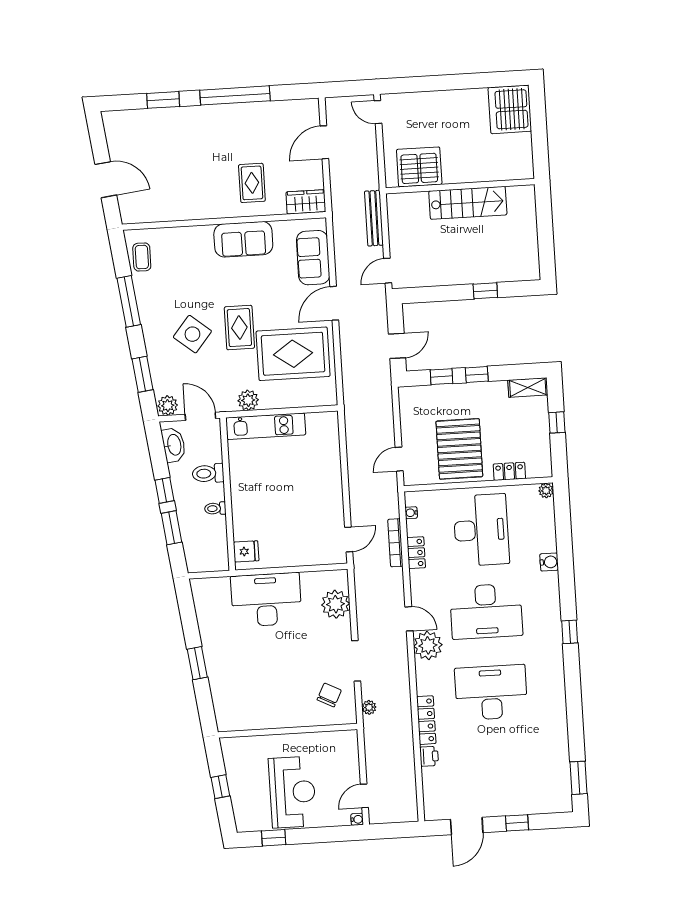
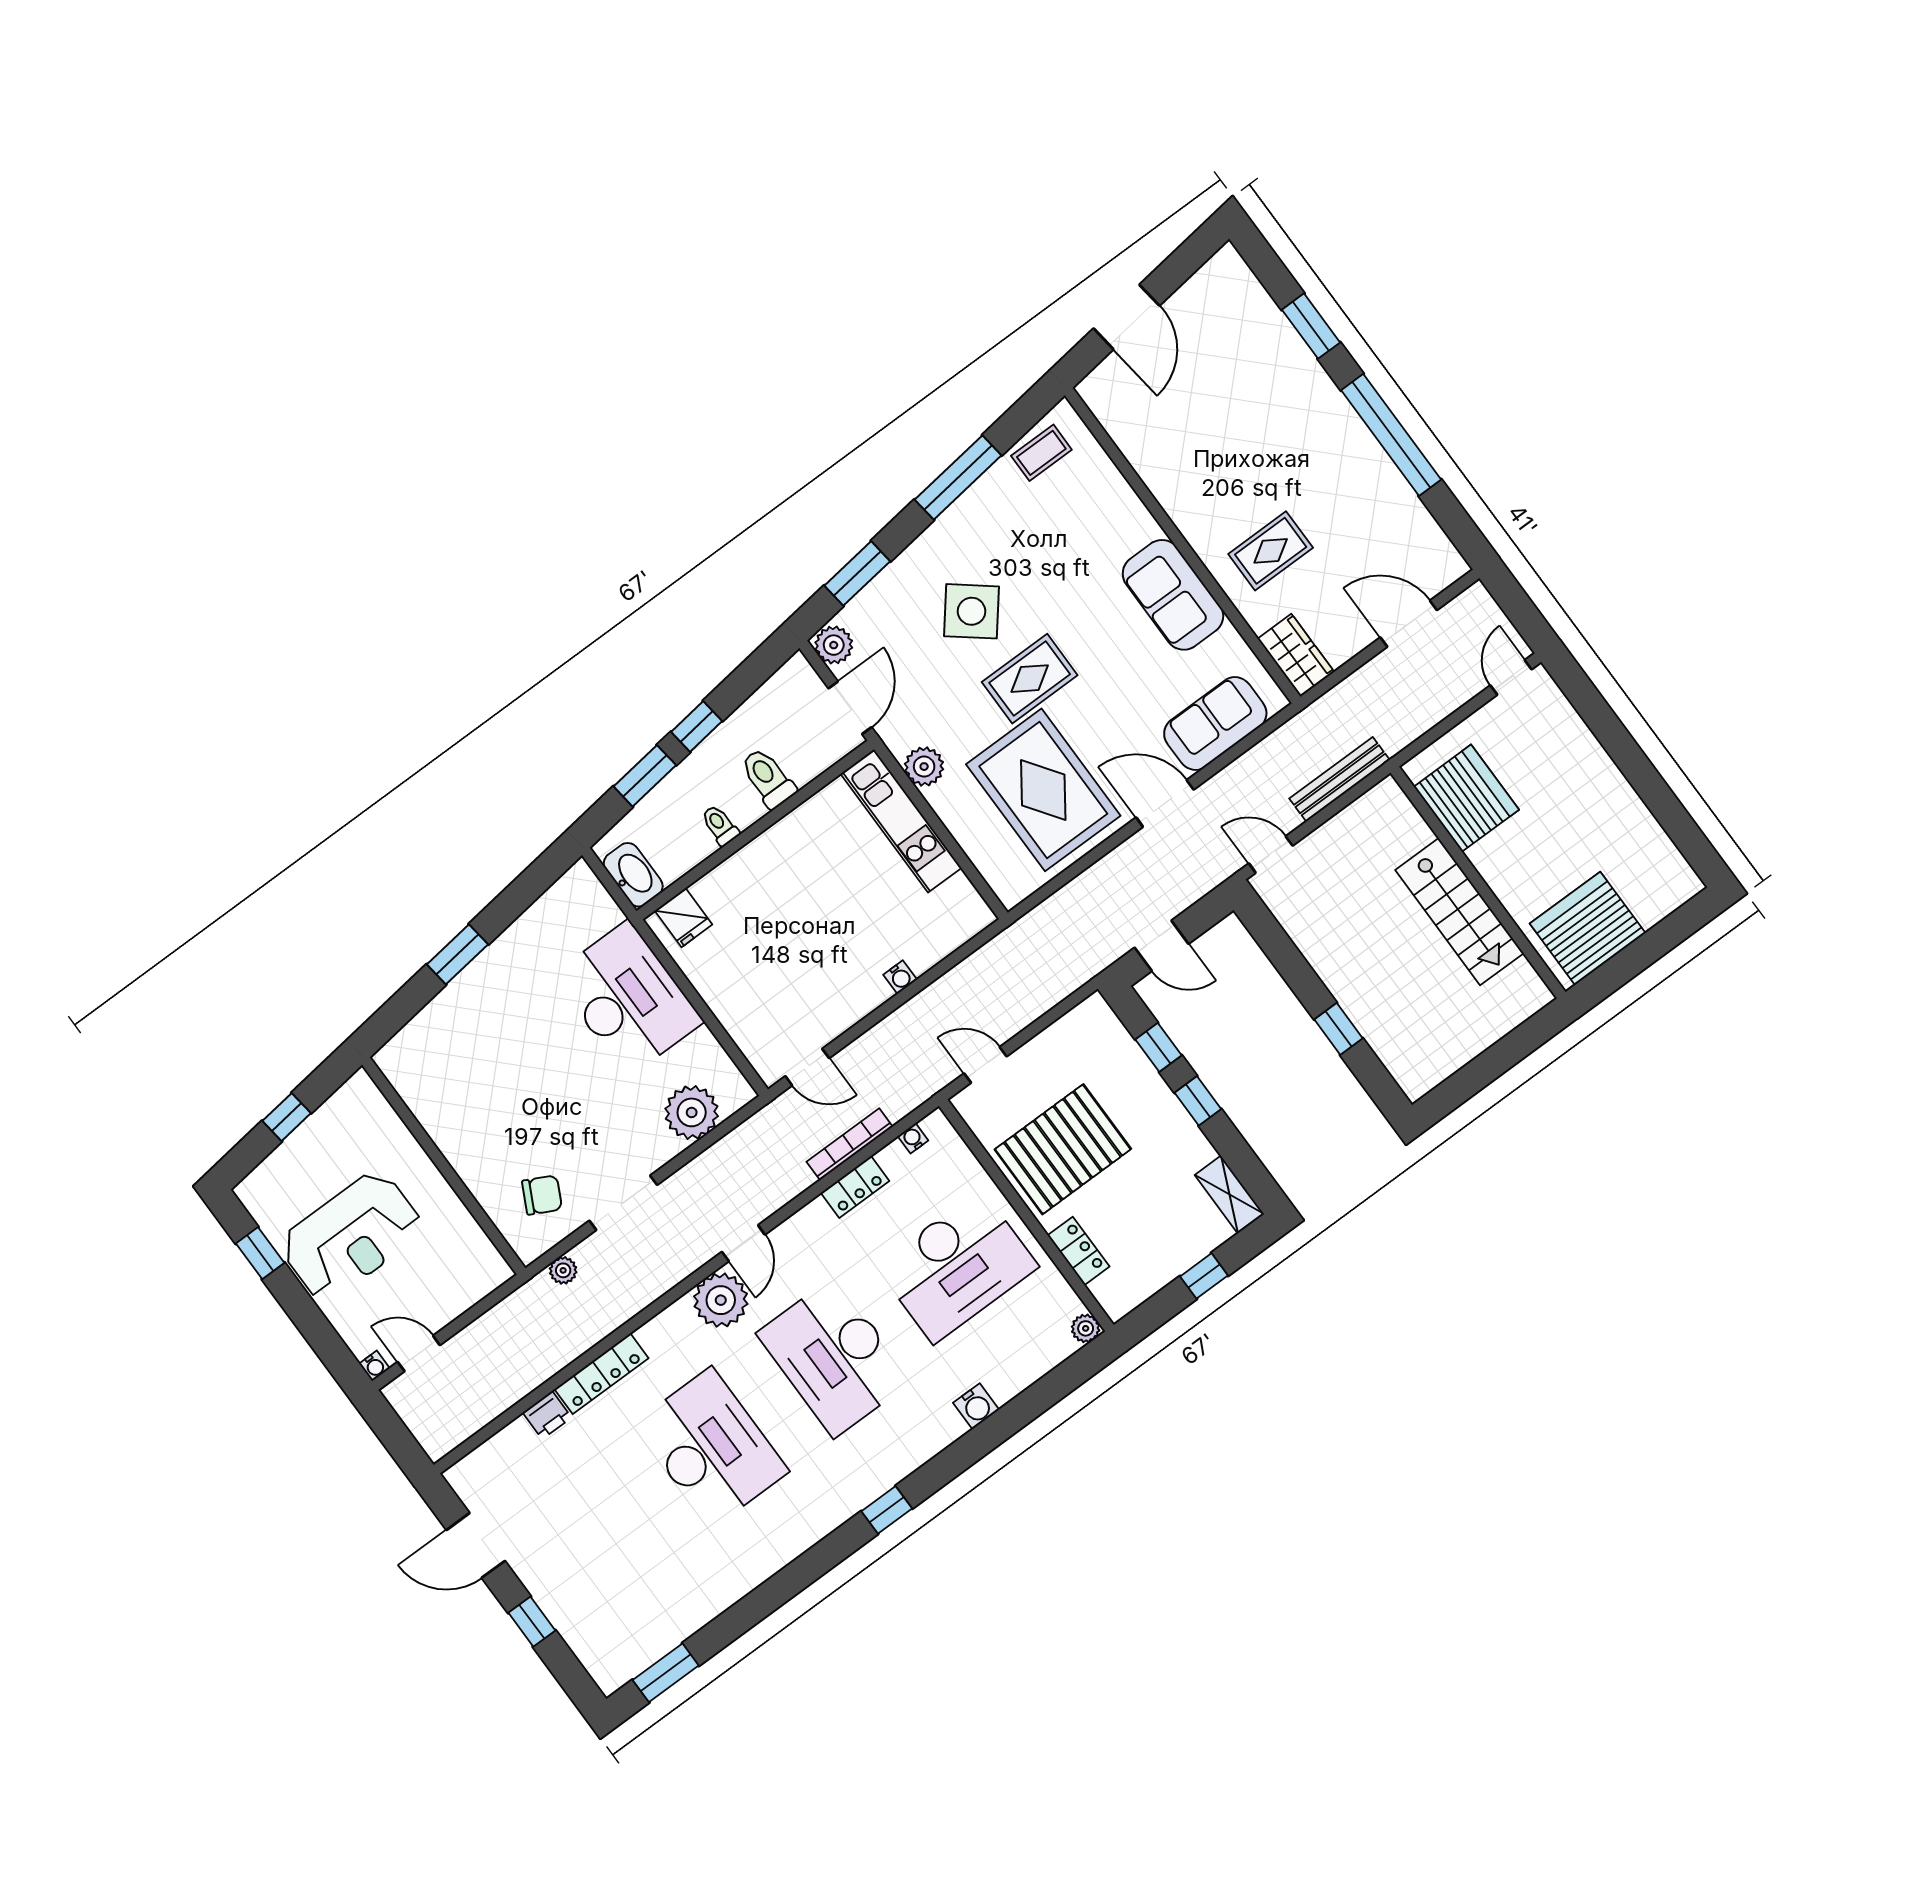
server rack: (510, 109) -> (1588, 928), moved
washbasin: (174, 445) -> (633, 875), moved, turned -83
water cooler: (335, 472) -> (900, 977), added

